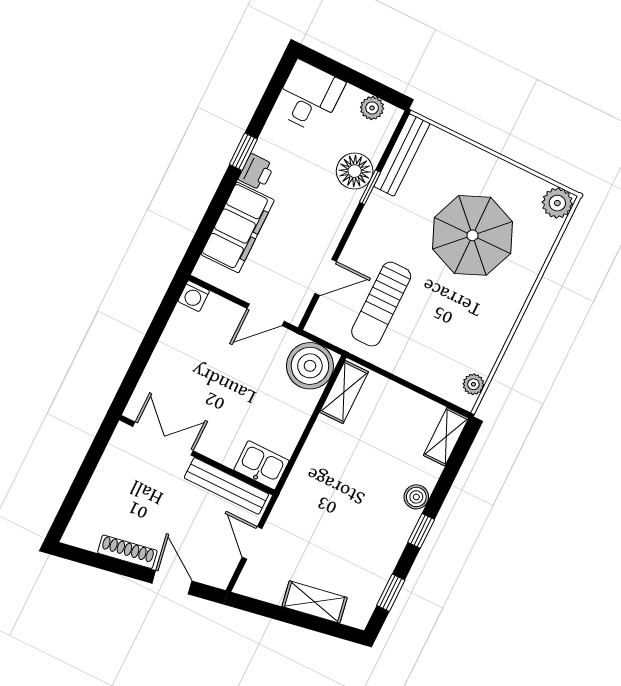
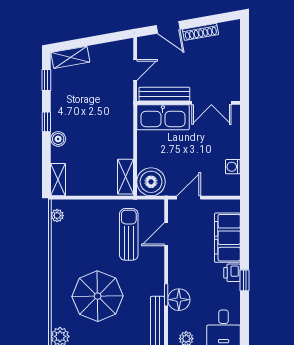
washing machine: (194, 296) -> (233, 167), moved, turned -90
kitchen sink: (261, 465) -> (163, 117), width x1.88, depth x1.24
door: (252, 543) -> (135, 70), hinge flipped
shelving: (315, 602) -> (70, 57), moved

